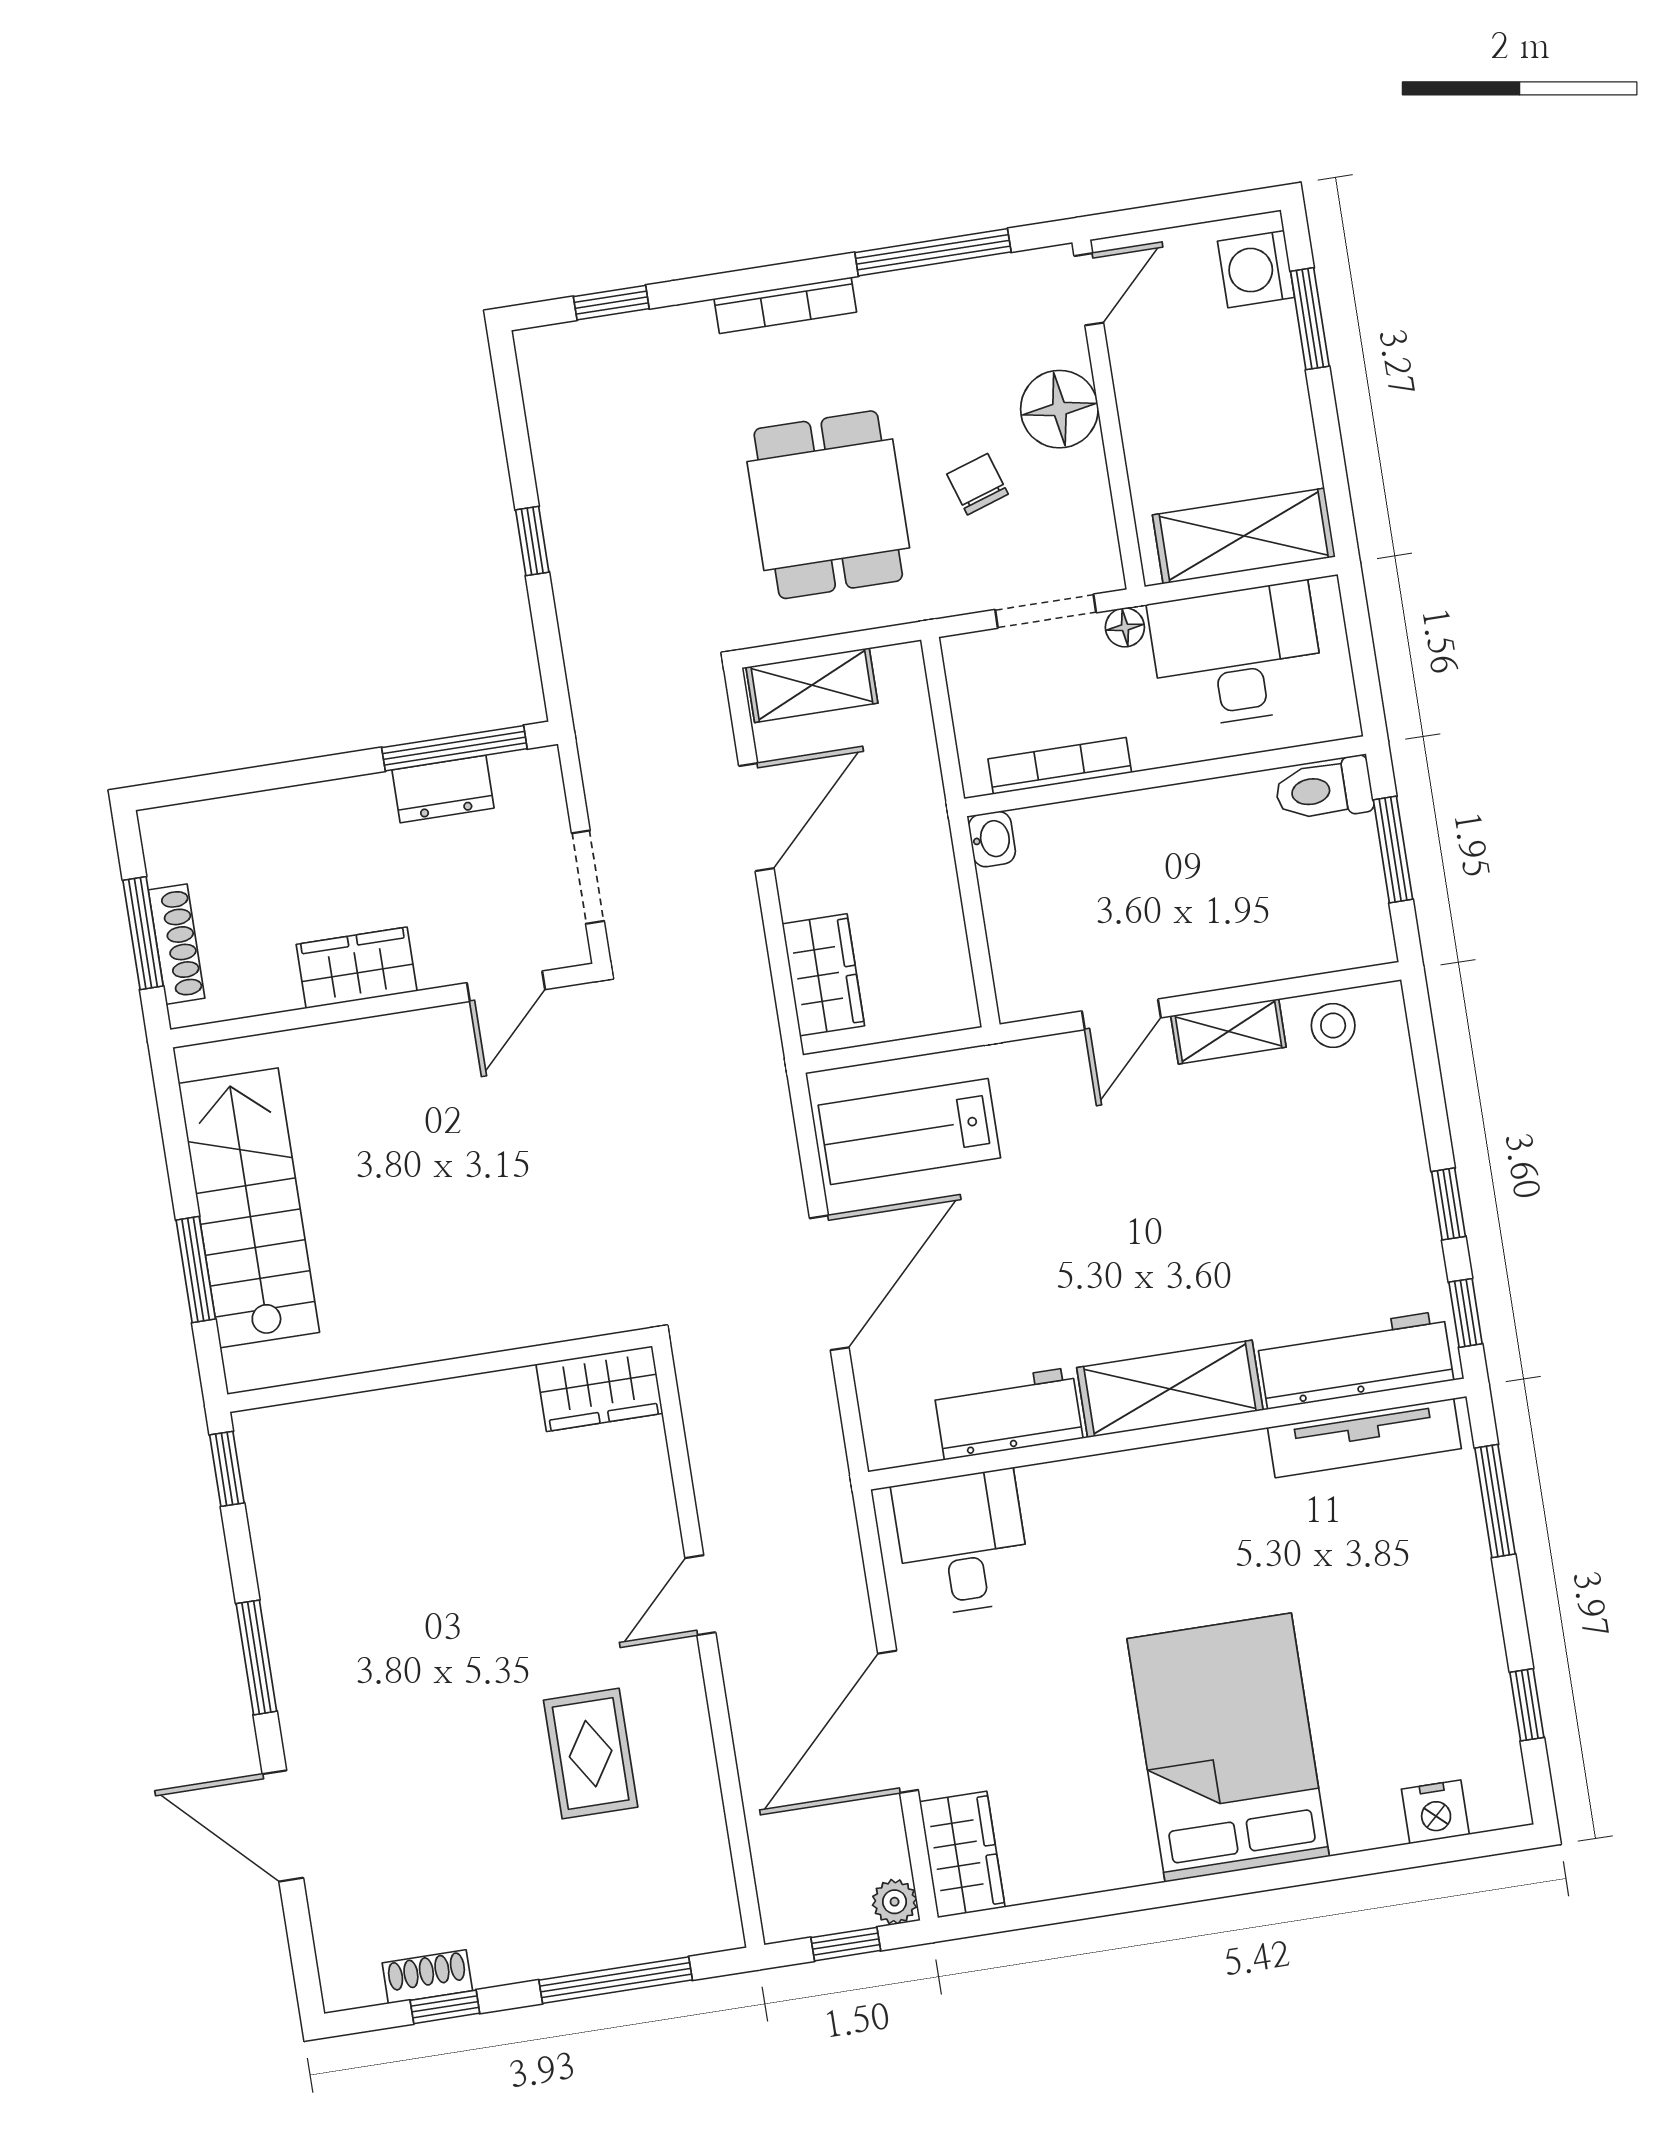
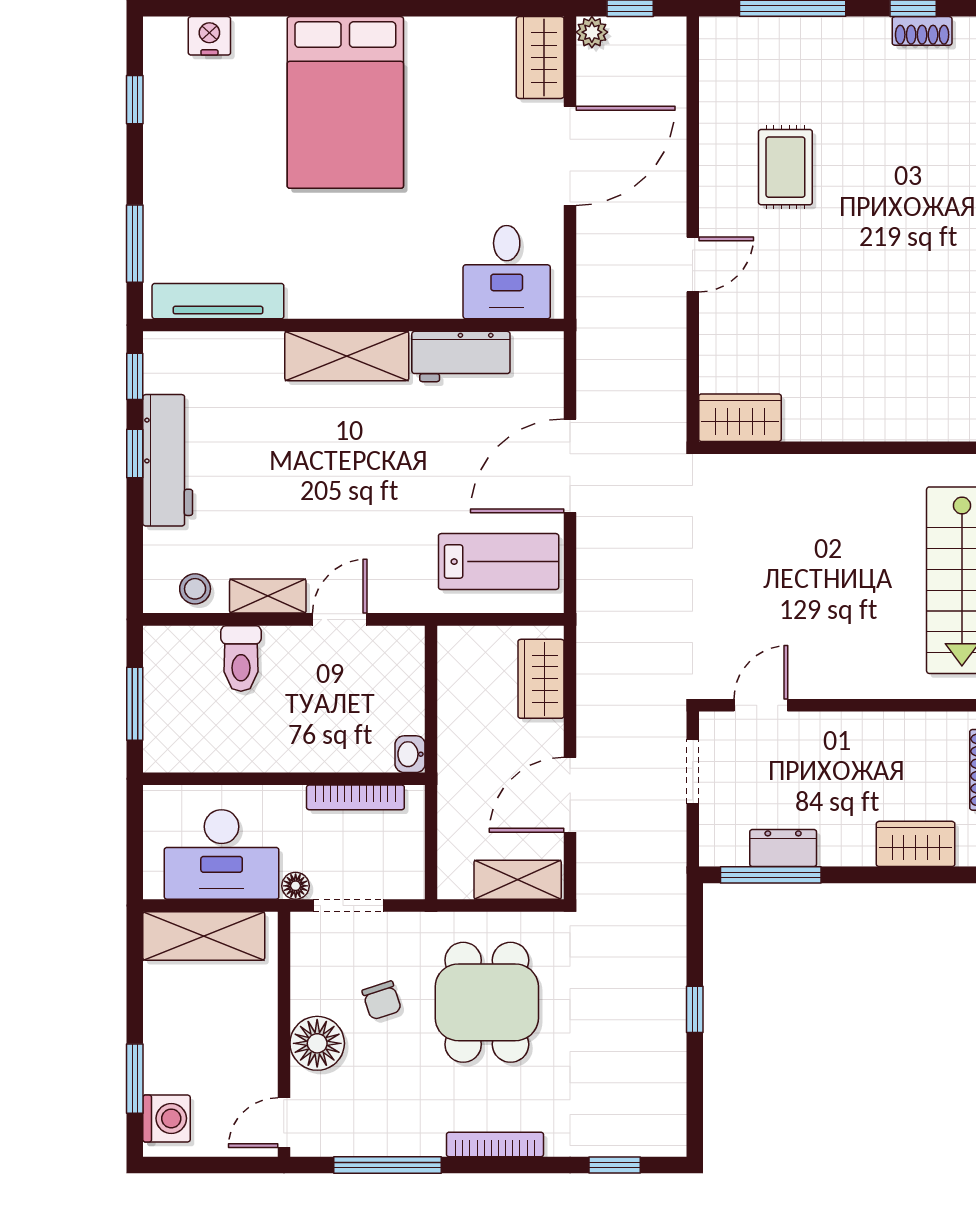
toilet: (1324, 790) -> (241, 658), moved, turned 90
wardrobe: (357, 968) -> (916, 844), moved, turned 180
workbench: (1355, 1360) -> (168, 460), moved, turned -90

